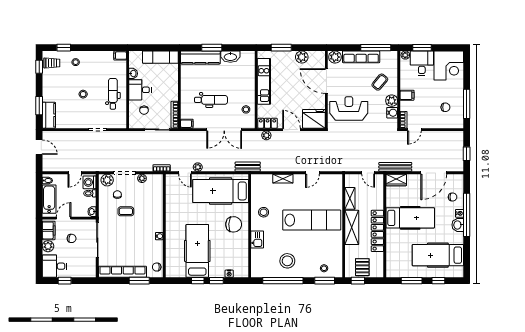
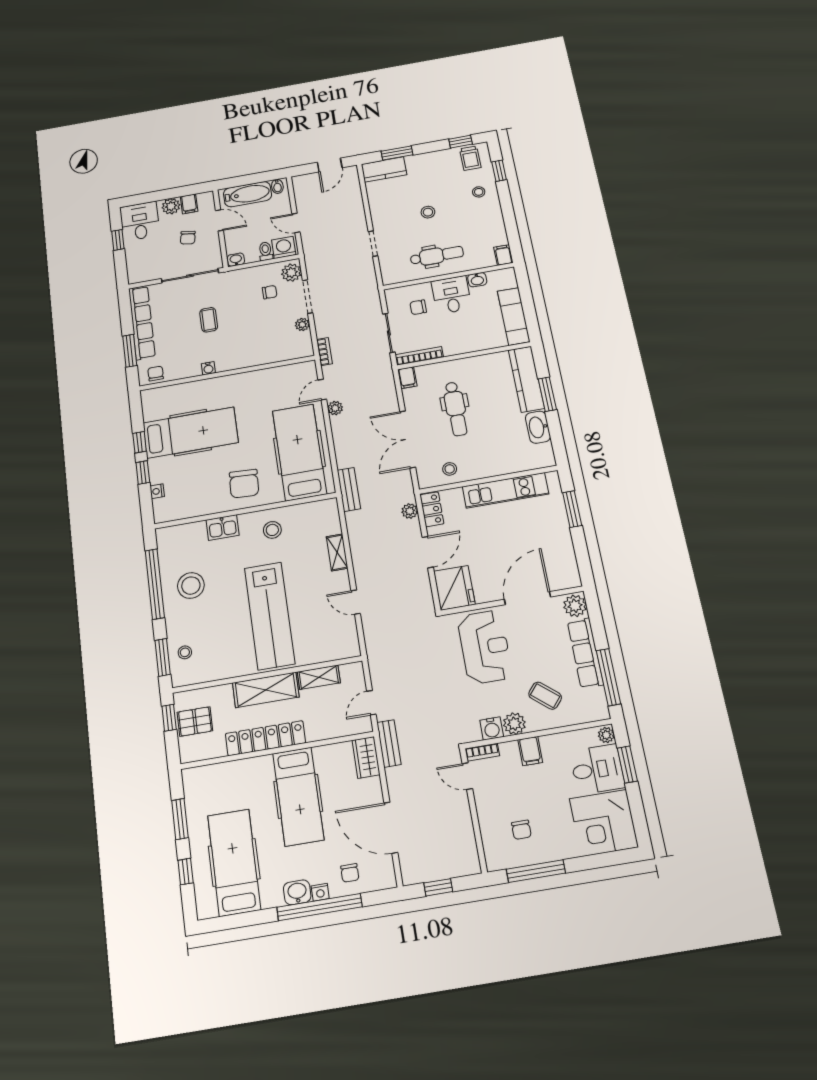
plant: (302, 57) -> (563, 547), removed
bench: (395, 167) -> (389, 743), width x0.73
coffee table: (126, 211) -> (209, 320), moved
filing cabinet: (49, 230) -> (189, 204), width x0.50

